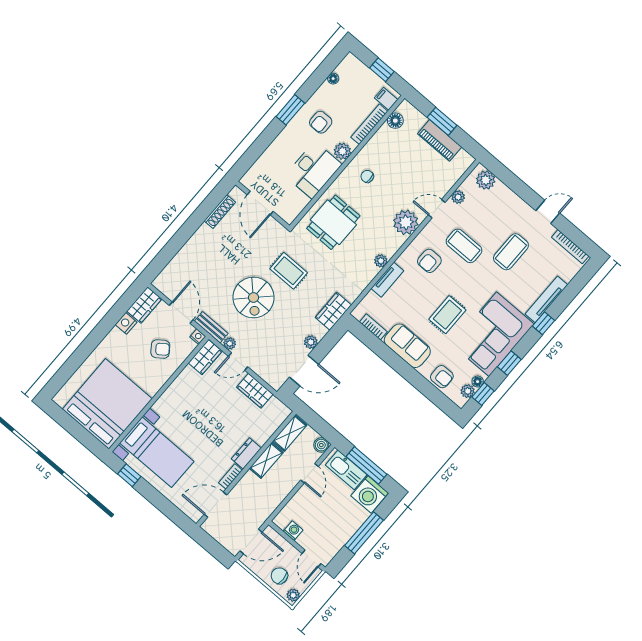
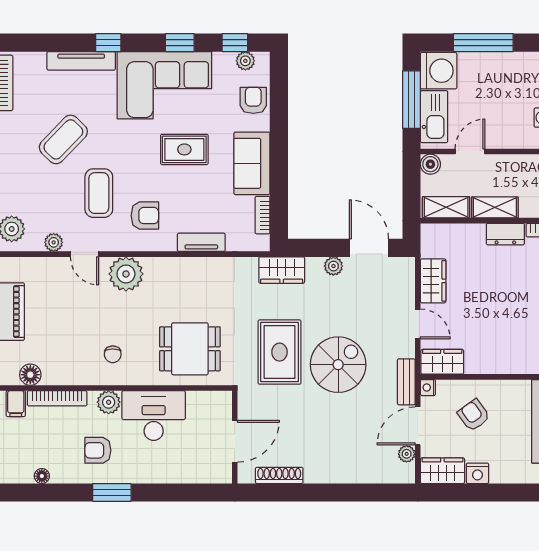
armchair: (321, 122) -> (98, 450), turned 180
coffee table: (511, 252) -> (63, 139), turned -46
plant: (381, 261) -> (188, 266), removed
rug: (289, 271) -> (280, 352), width x1.36, depth x1.43
plant: (230, 343) -> (407, 454), moved
floor lamp: (478, 382) -> (227, 59), removed

